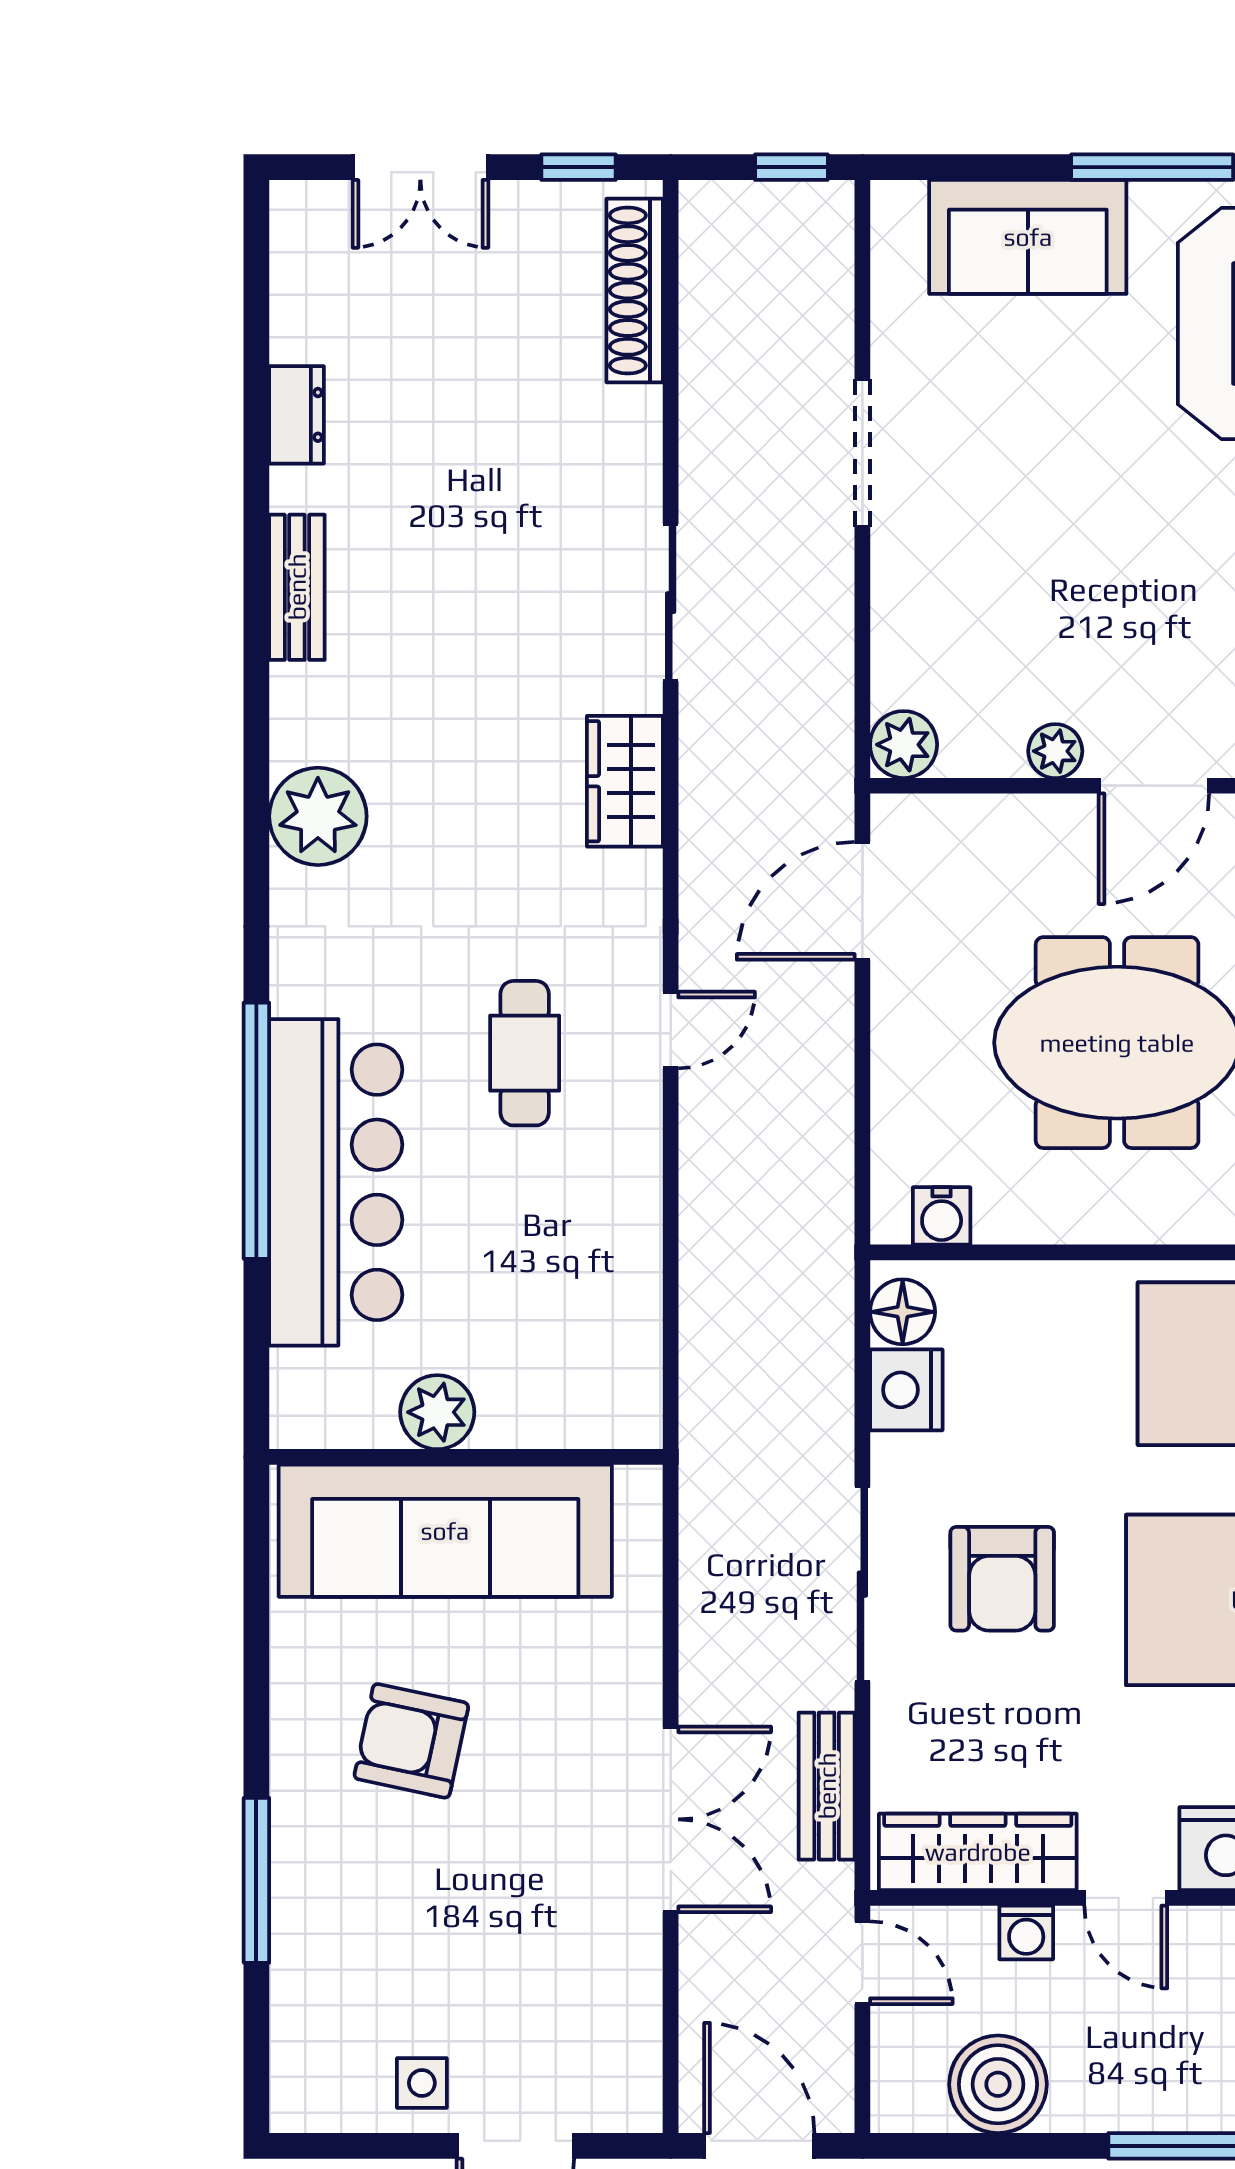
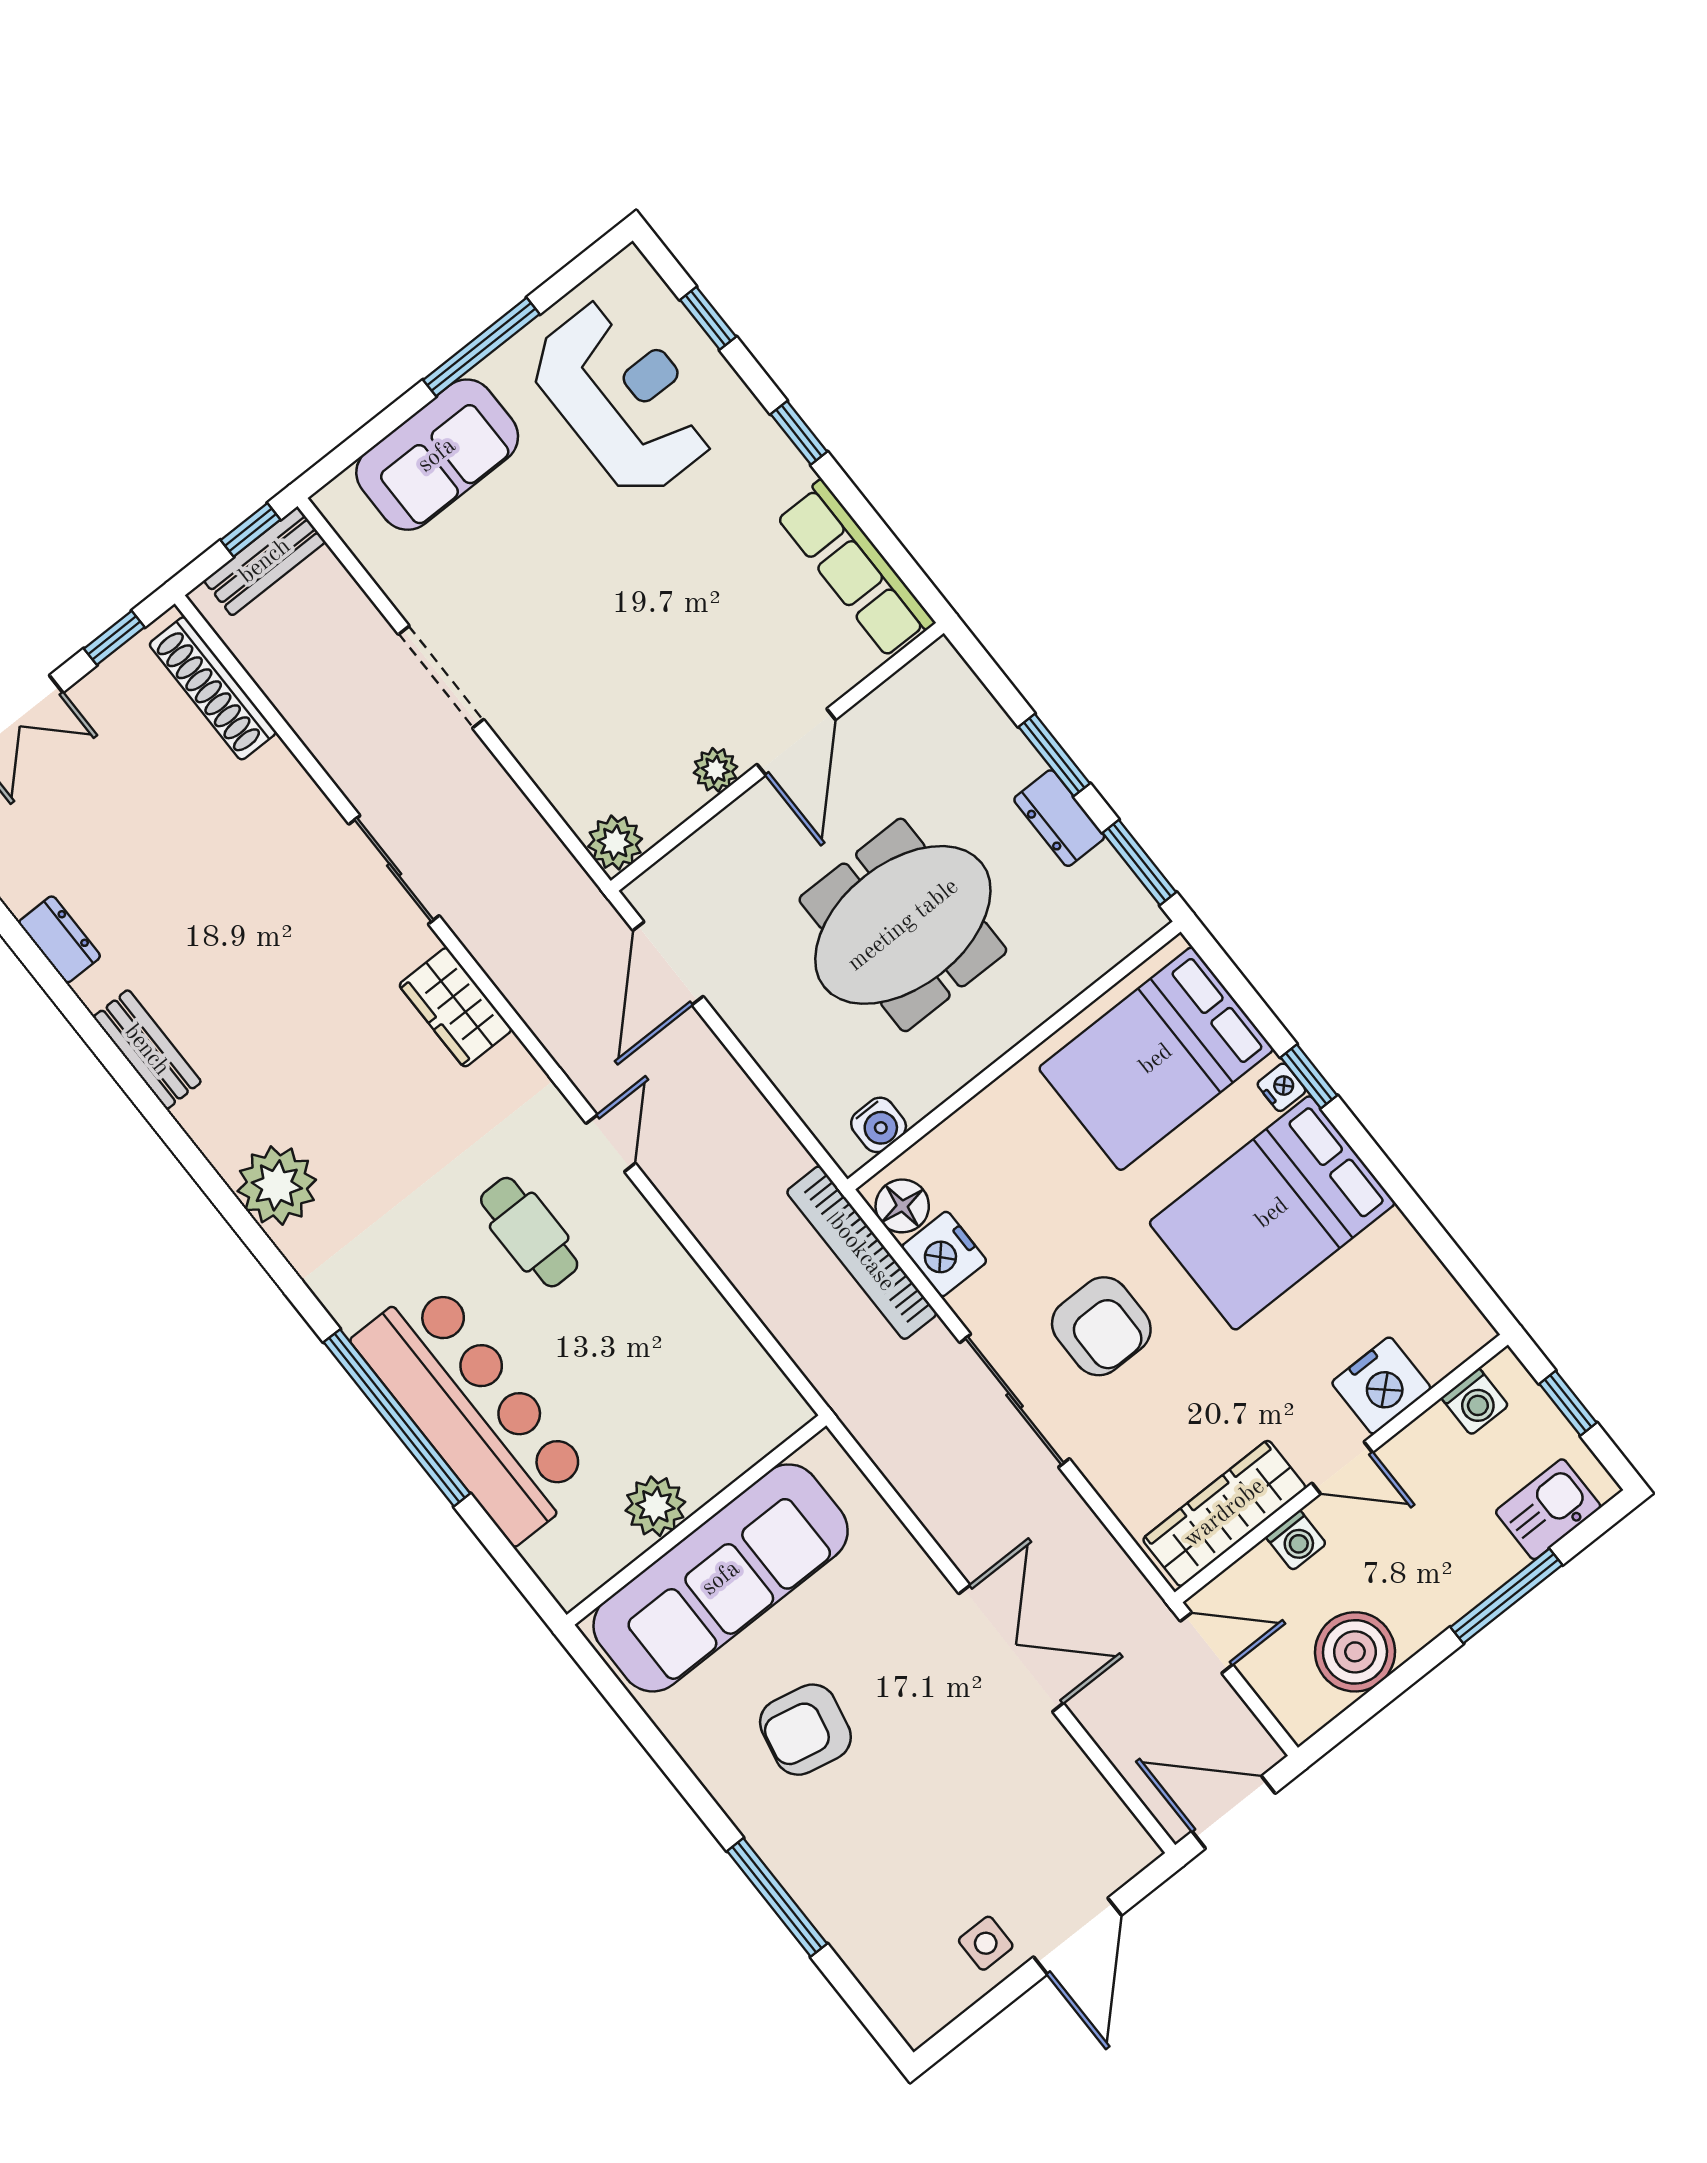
bookcase: (828, 1326) -> (862, 1253), added
bench: (827, 1786) -> (265, 561), moved, turned 90

